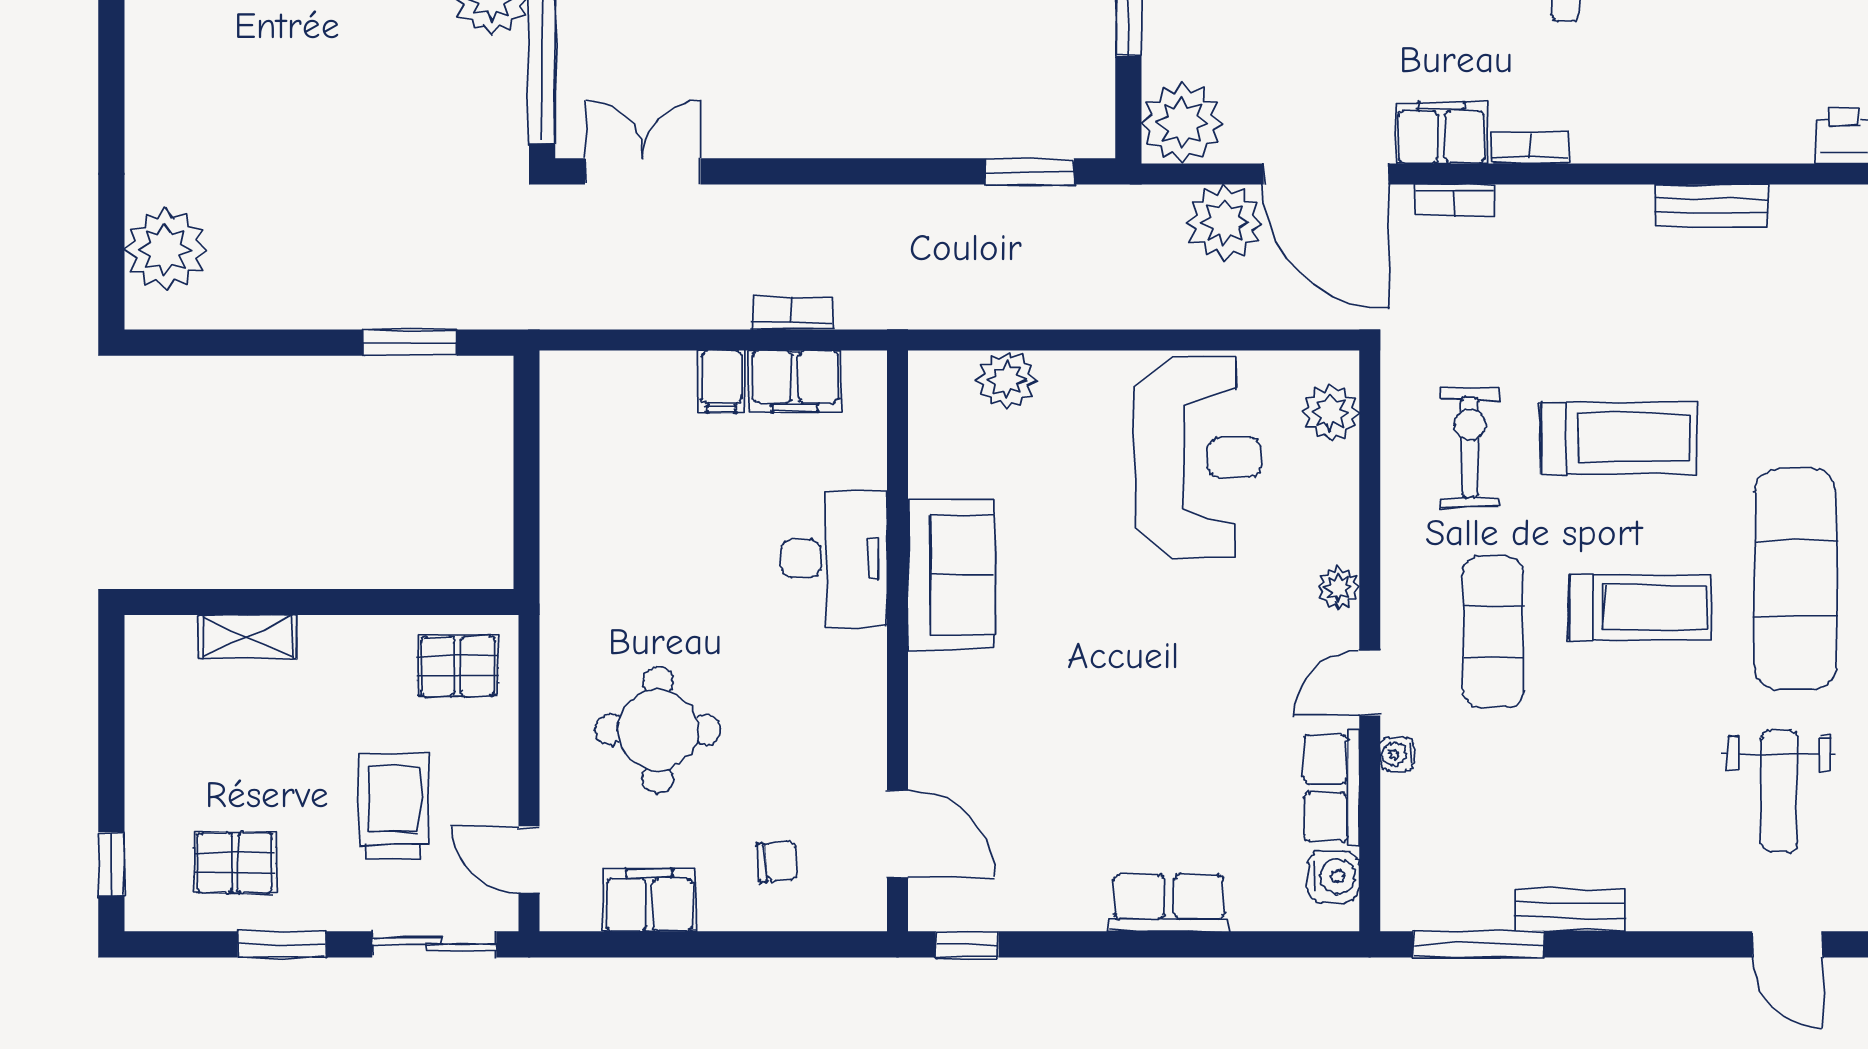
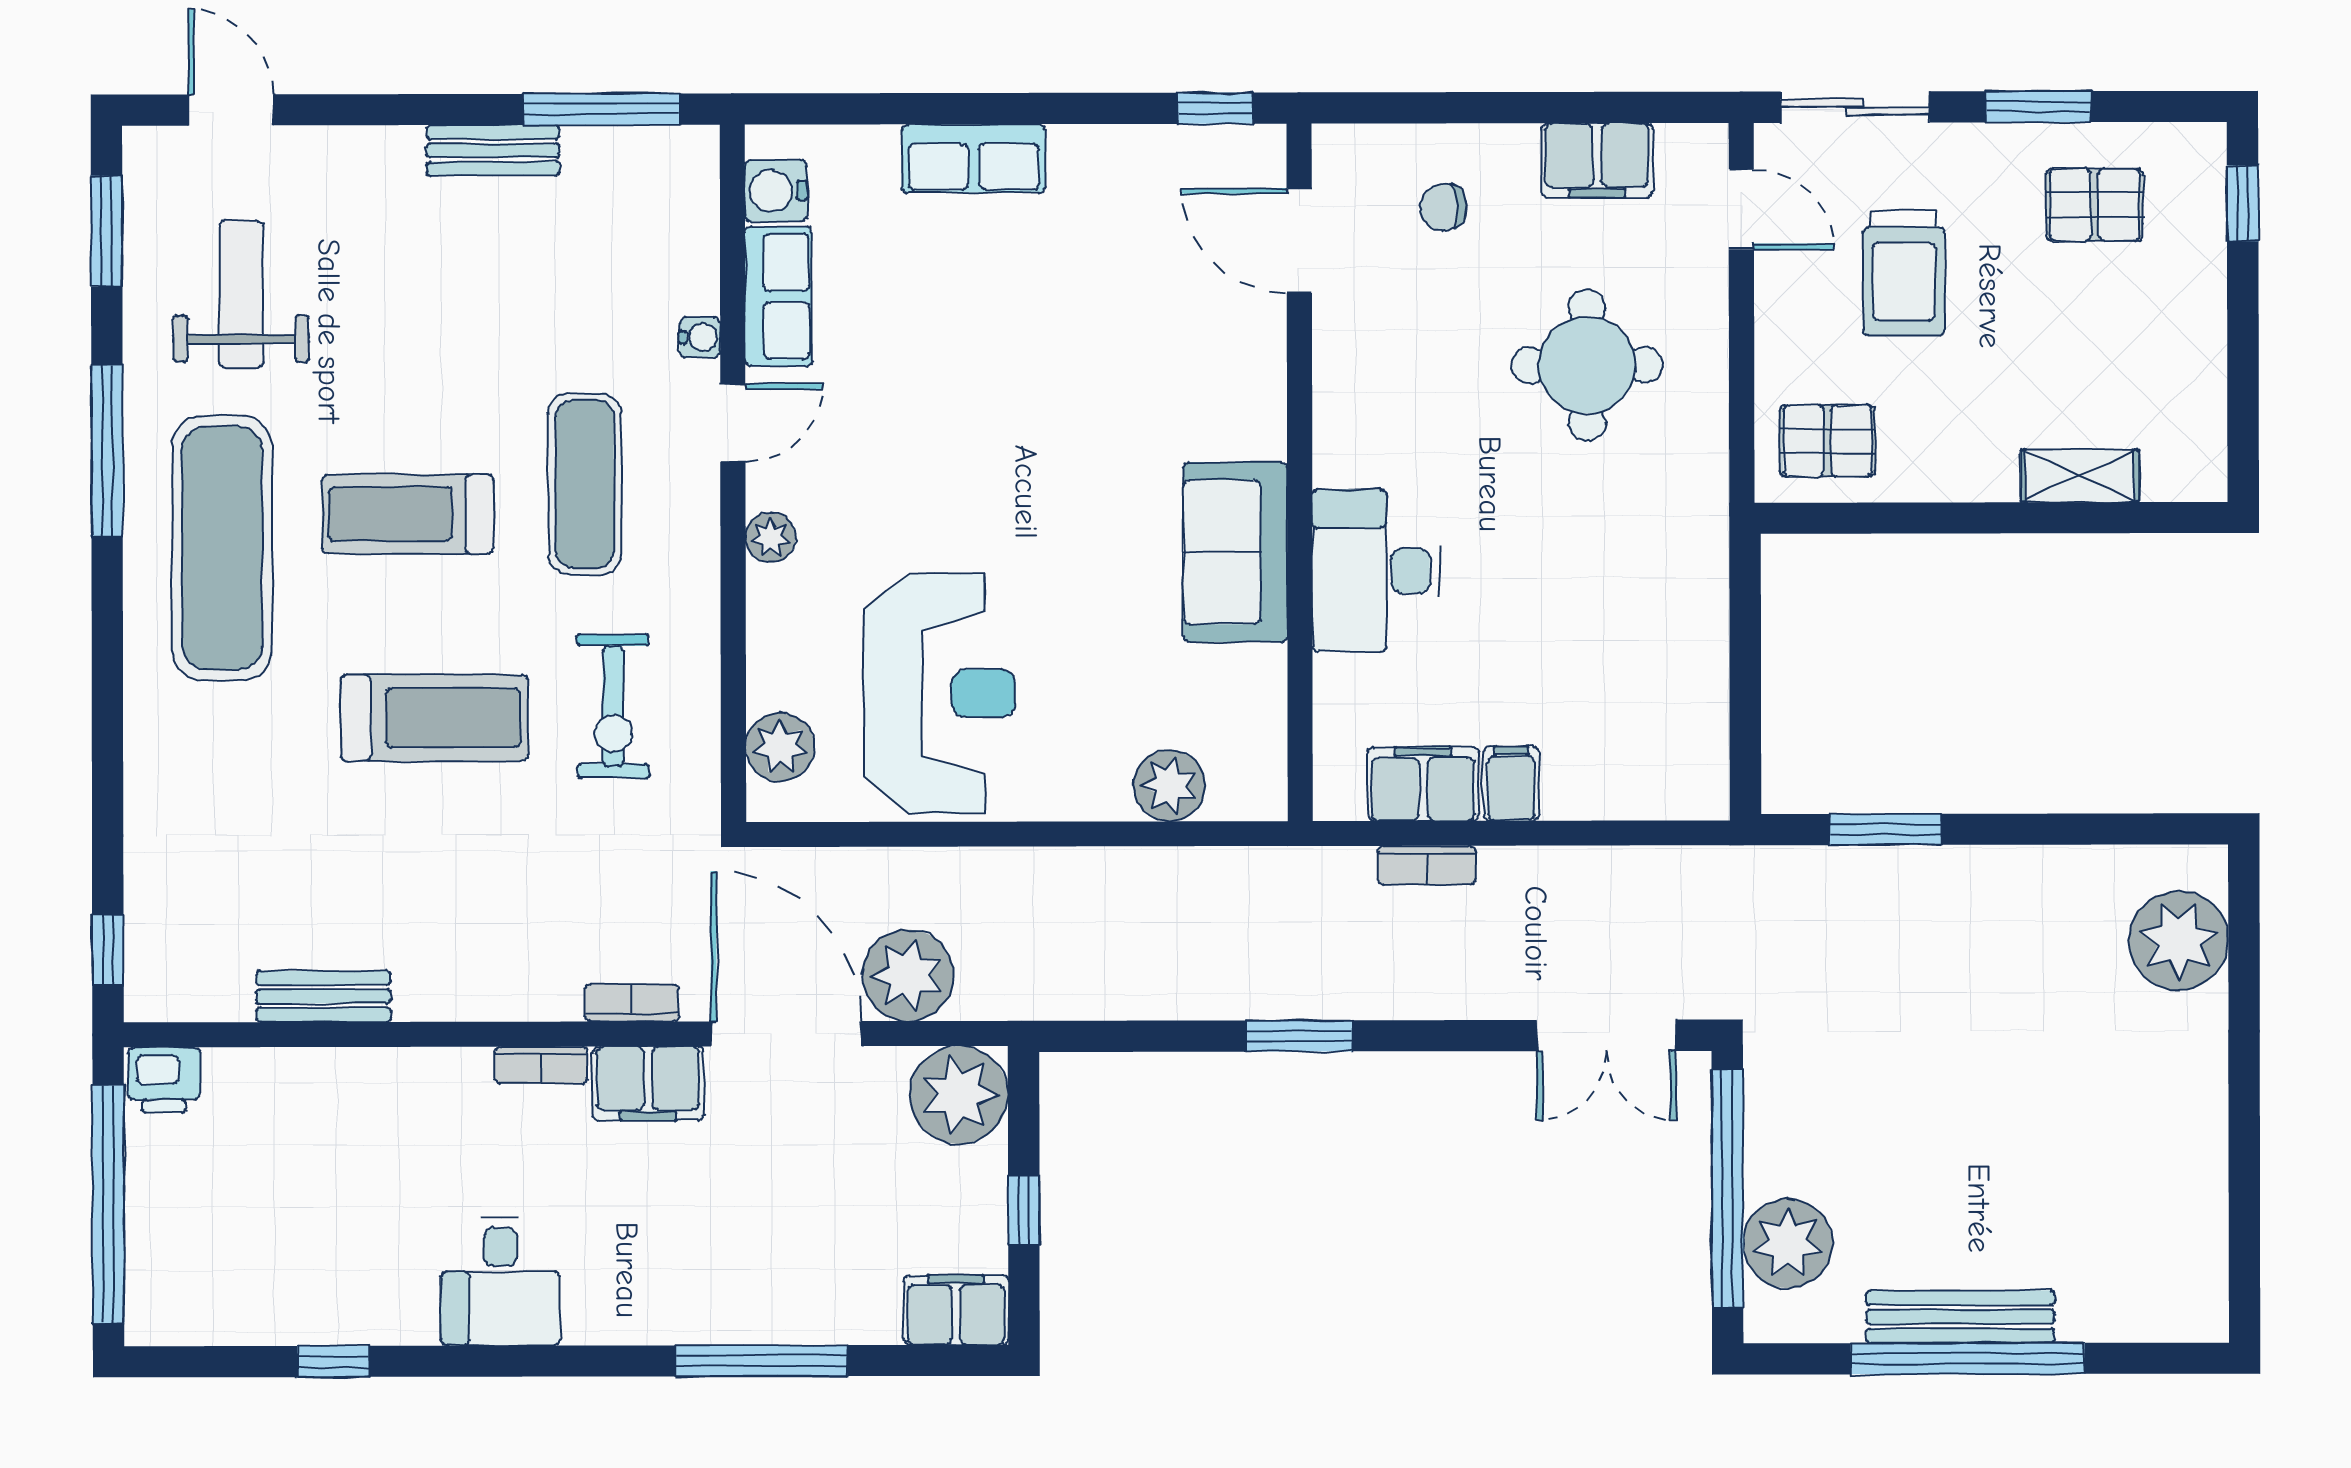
window: (1030, 171) -> (1299, 1036), moved
treadmill: (1619, 438) -> (435, 718), turned 180
reception desk: (1198, 457) -> (940, 693), turned 180

